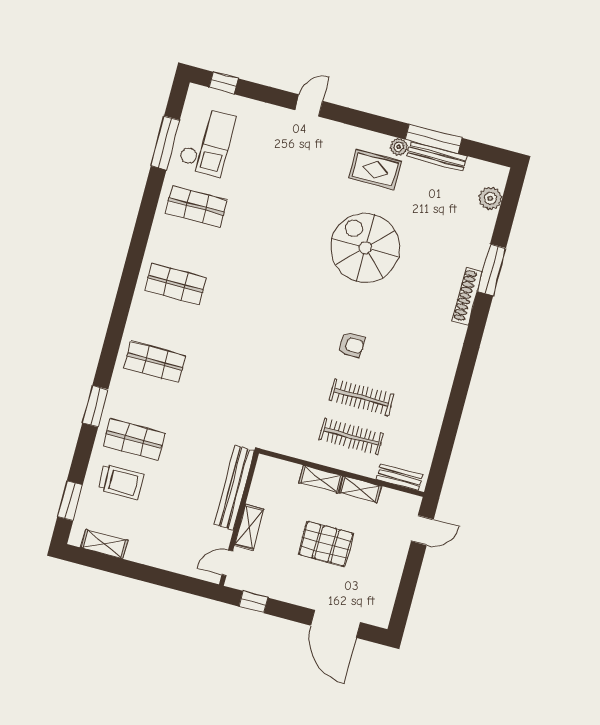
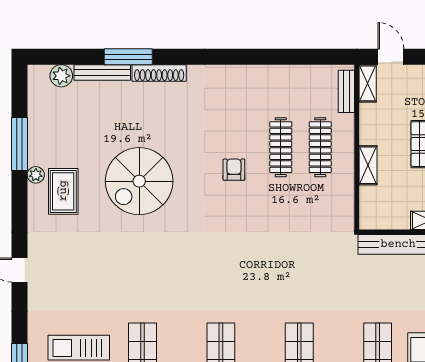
bench: (437, 156) -> (102, 72), moved, turned 90
shelving: (360, 489) -> (368, 83), moved

